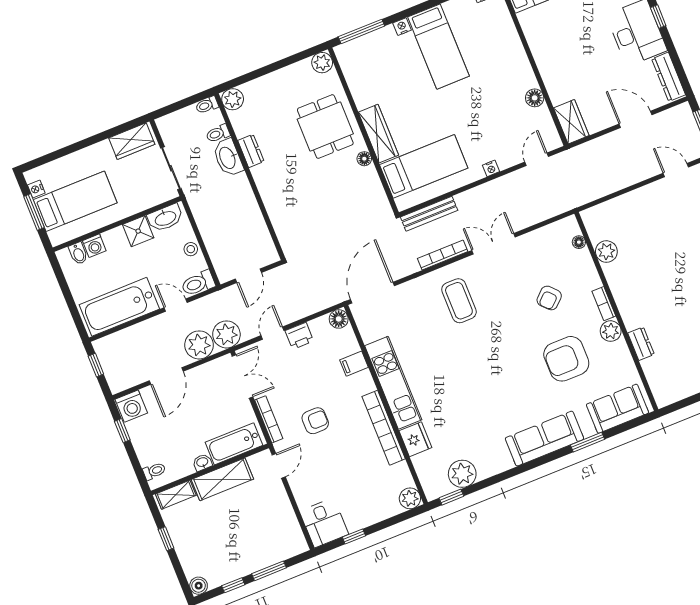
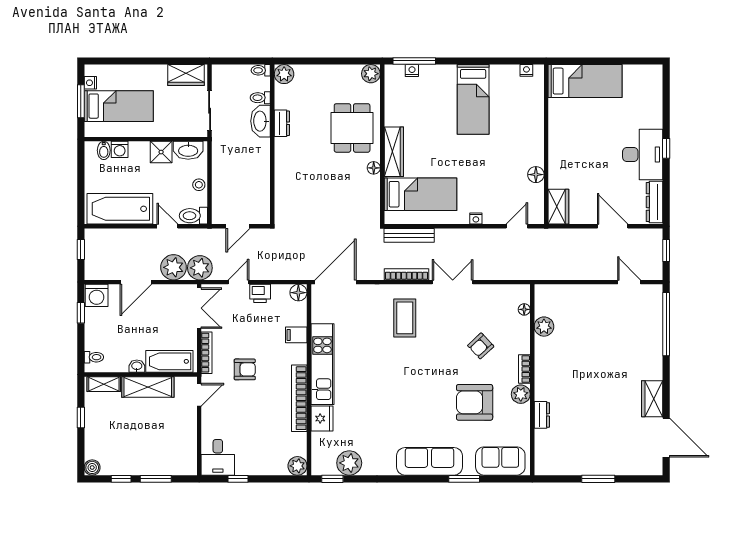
nightstand: (402, 27) -> (412, 71), moved

